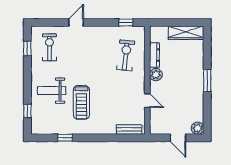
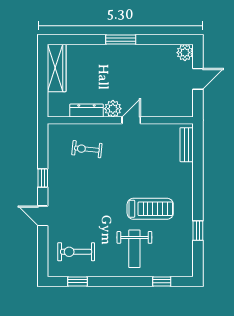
window: (126, 23) -> (43, 178), moved
exercise bike: (126, 55) -> (87, 149), width x0.73, depth x0.72
door: (147, 101) -> (131, 120), moved

